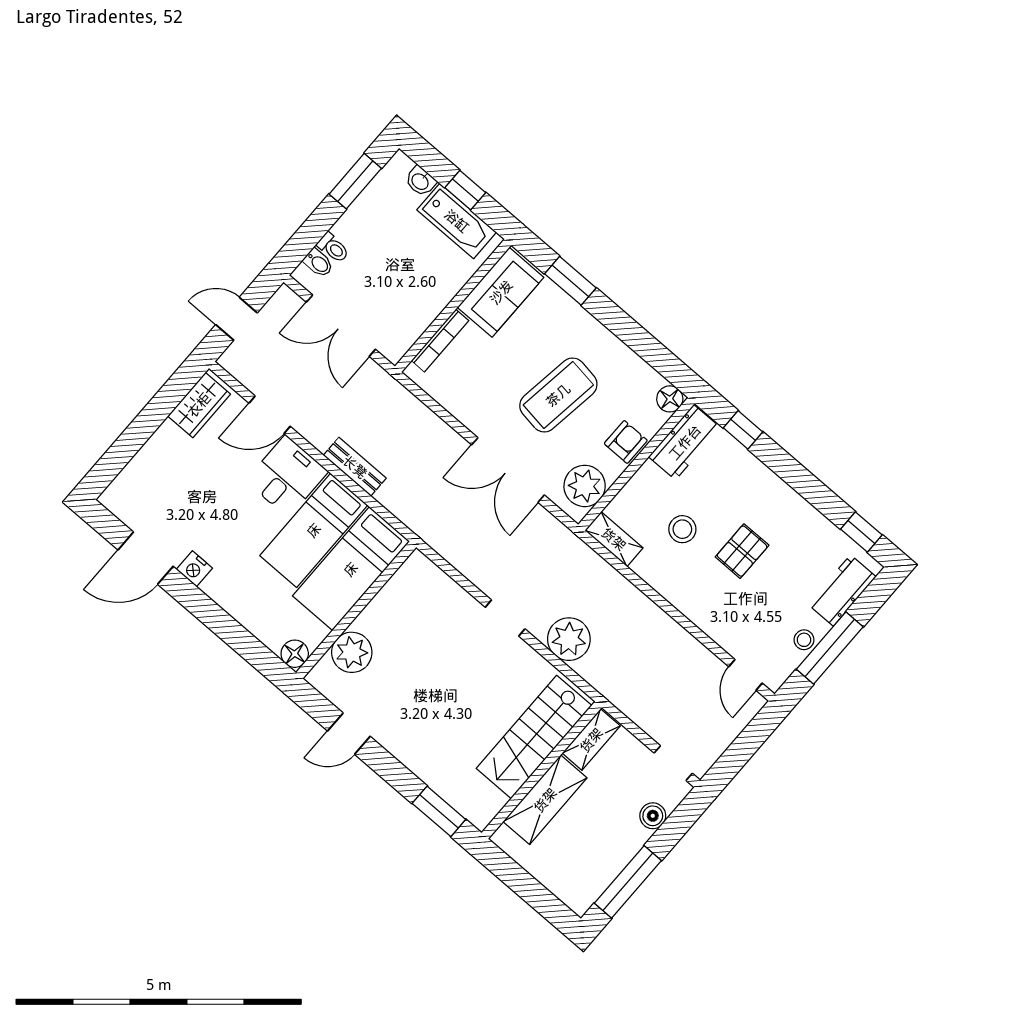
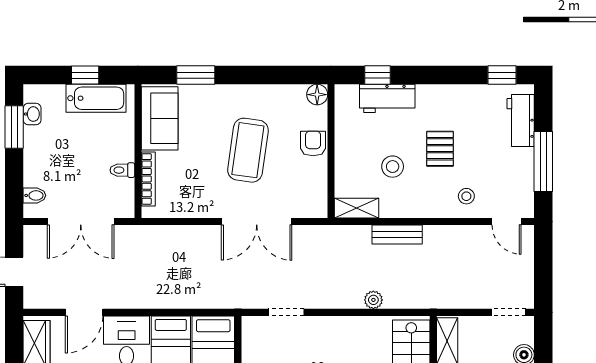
washbasin: (420, 181) -> (32, 114), moved, turned -90
toilet: (333, 248) -> (122, 170), moved, turned 180
workbench: (685, 442) -> (387, 98), moved, turned 90
bench: (355, 467) -> (397, 235), moved
plant: (585, 486) -> (311, 191), removed
doorway: (505, 618) -> (286, 312), moved
plant: (569, 639) -> (373, 300), width x0.53, depth x0.53
stool: (804, 640) -> (466, 196), moved

